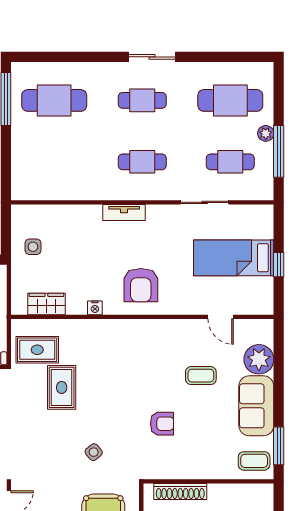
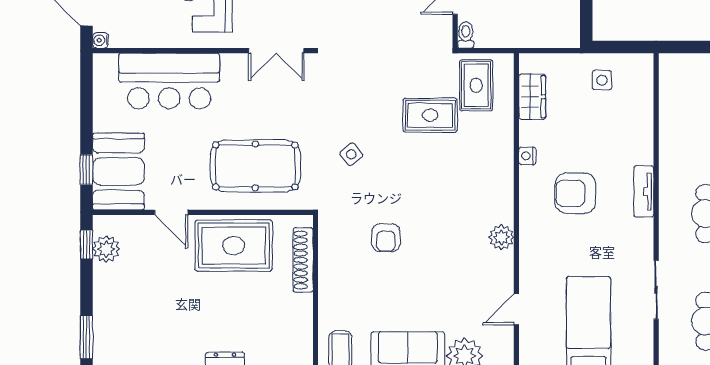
armchair: (141, 285) -> (575, 193), moved
plant: (162, 329) -> (501, 237), added
coffee table: (201, 376) -> (445, 285), removed

